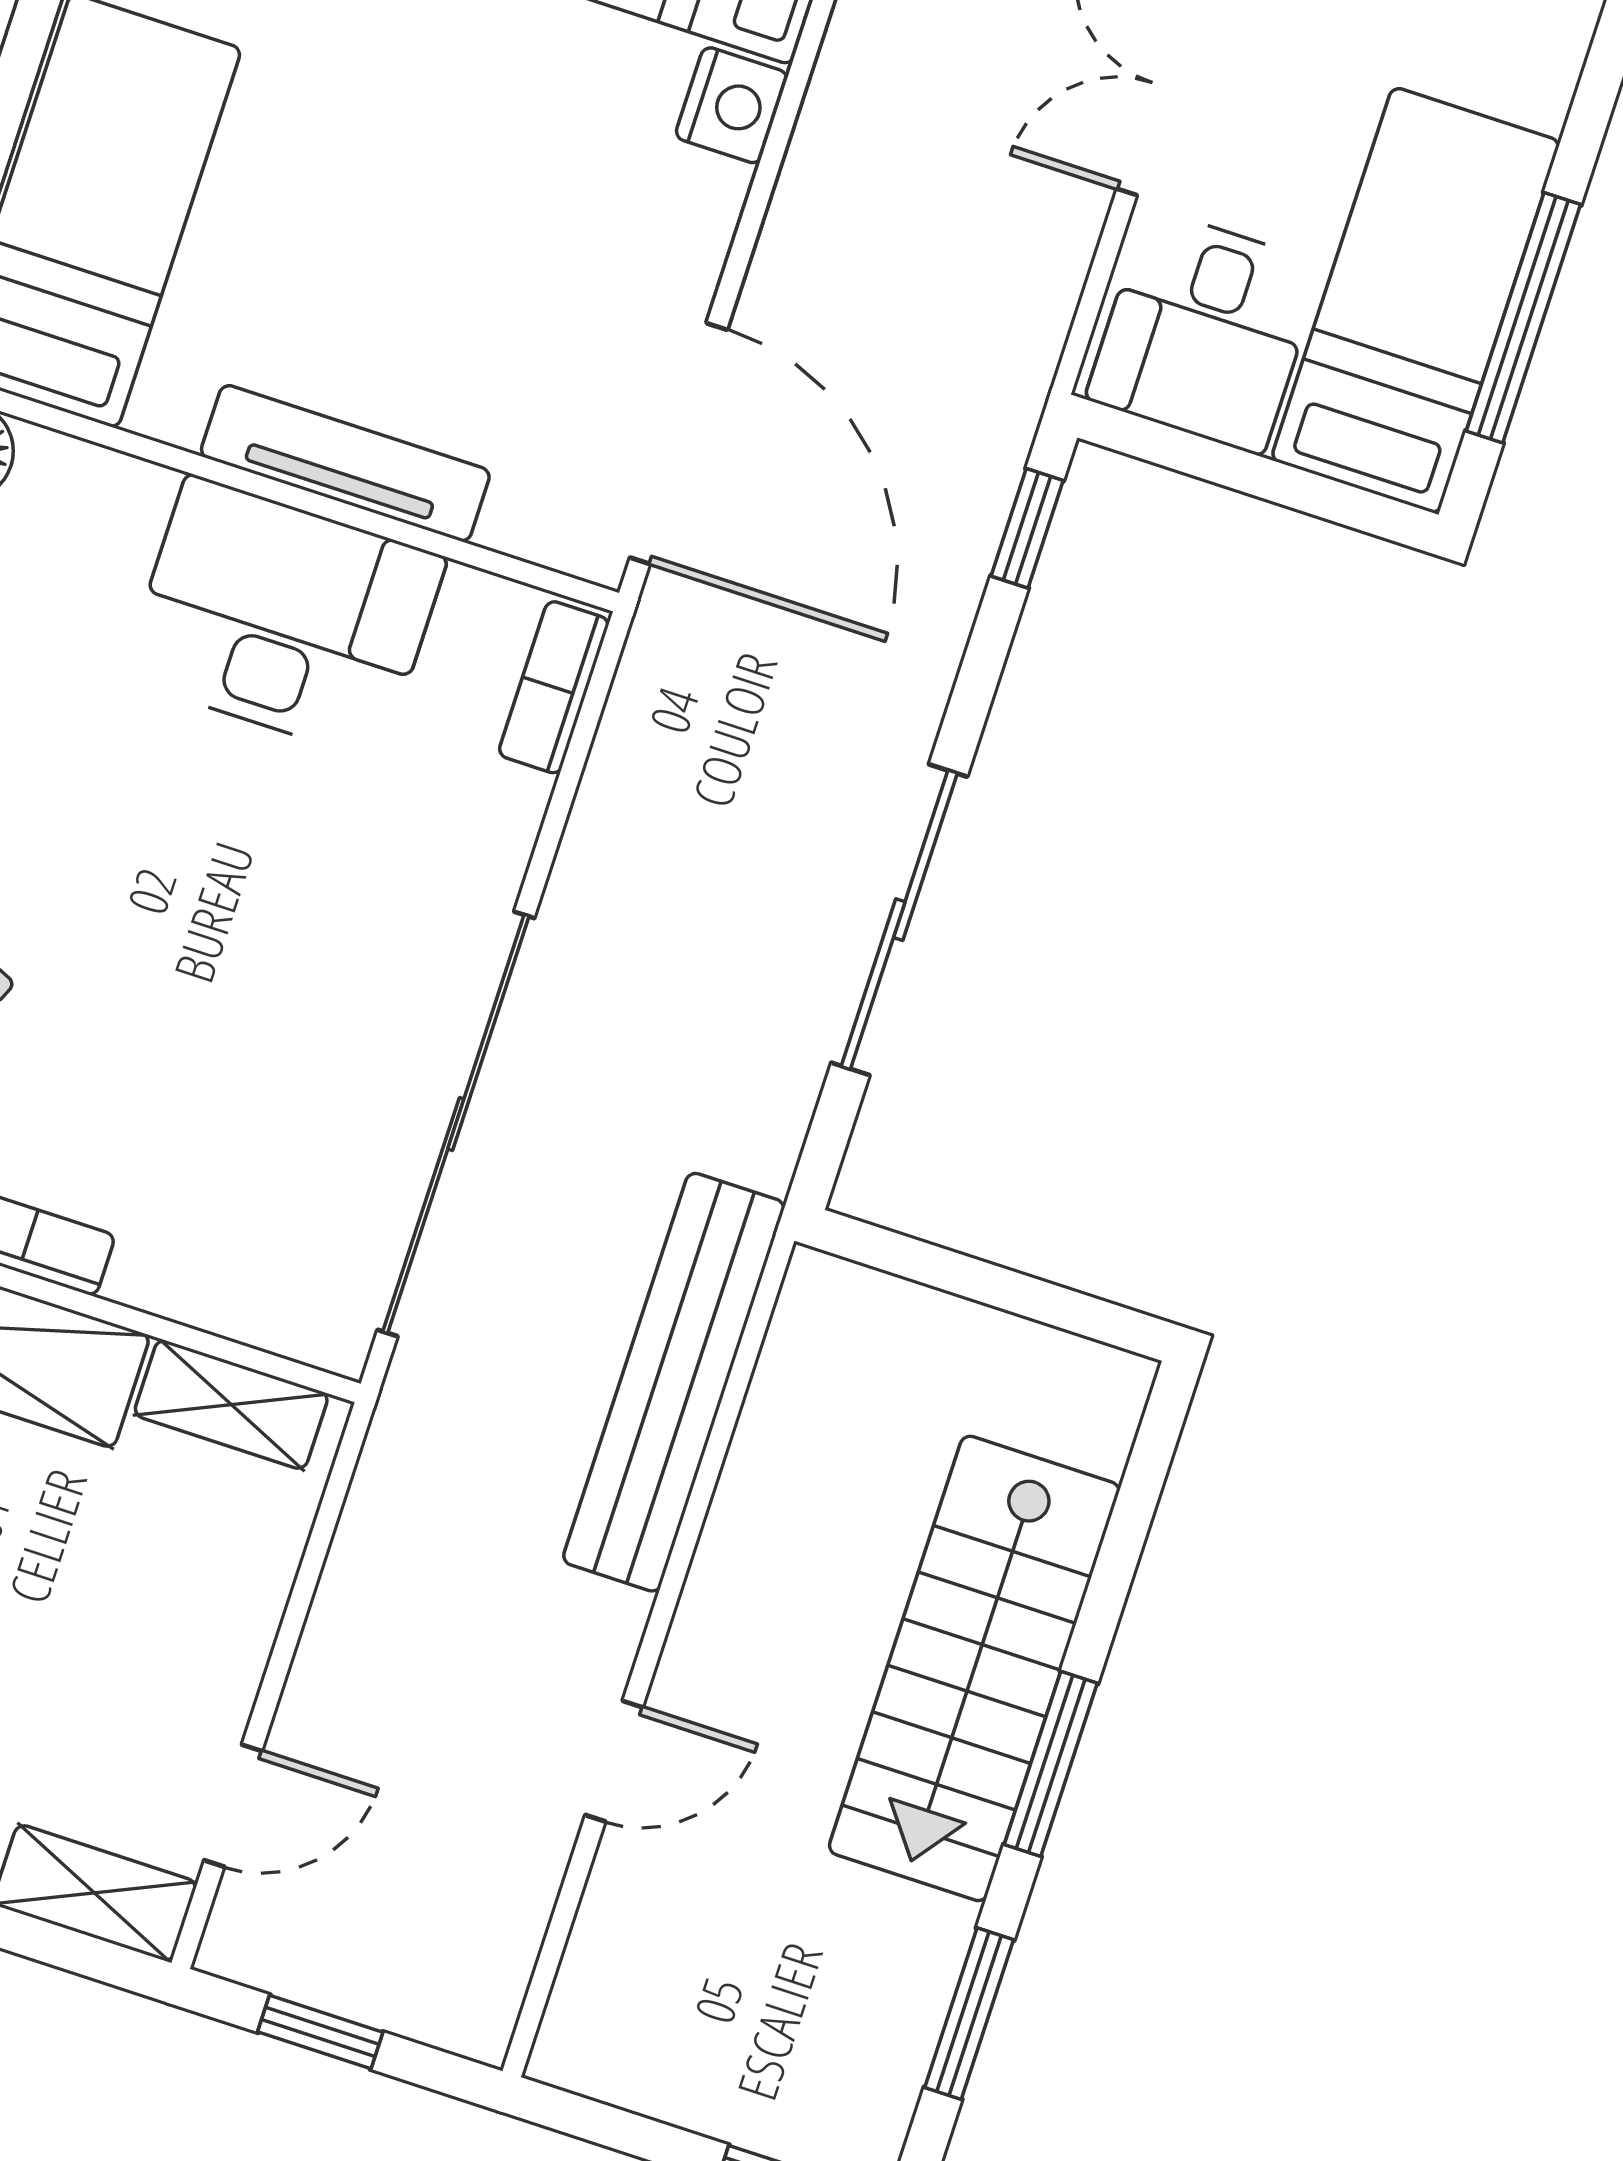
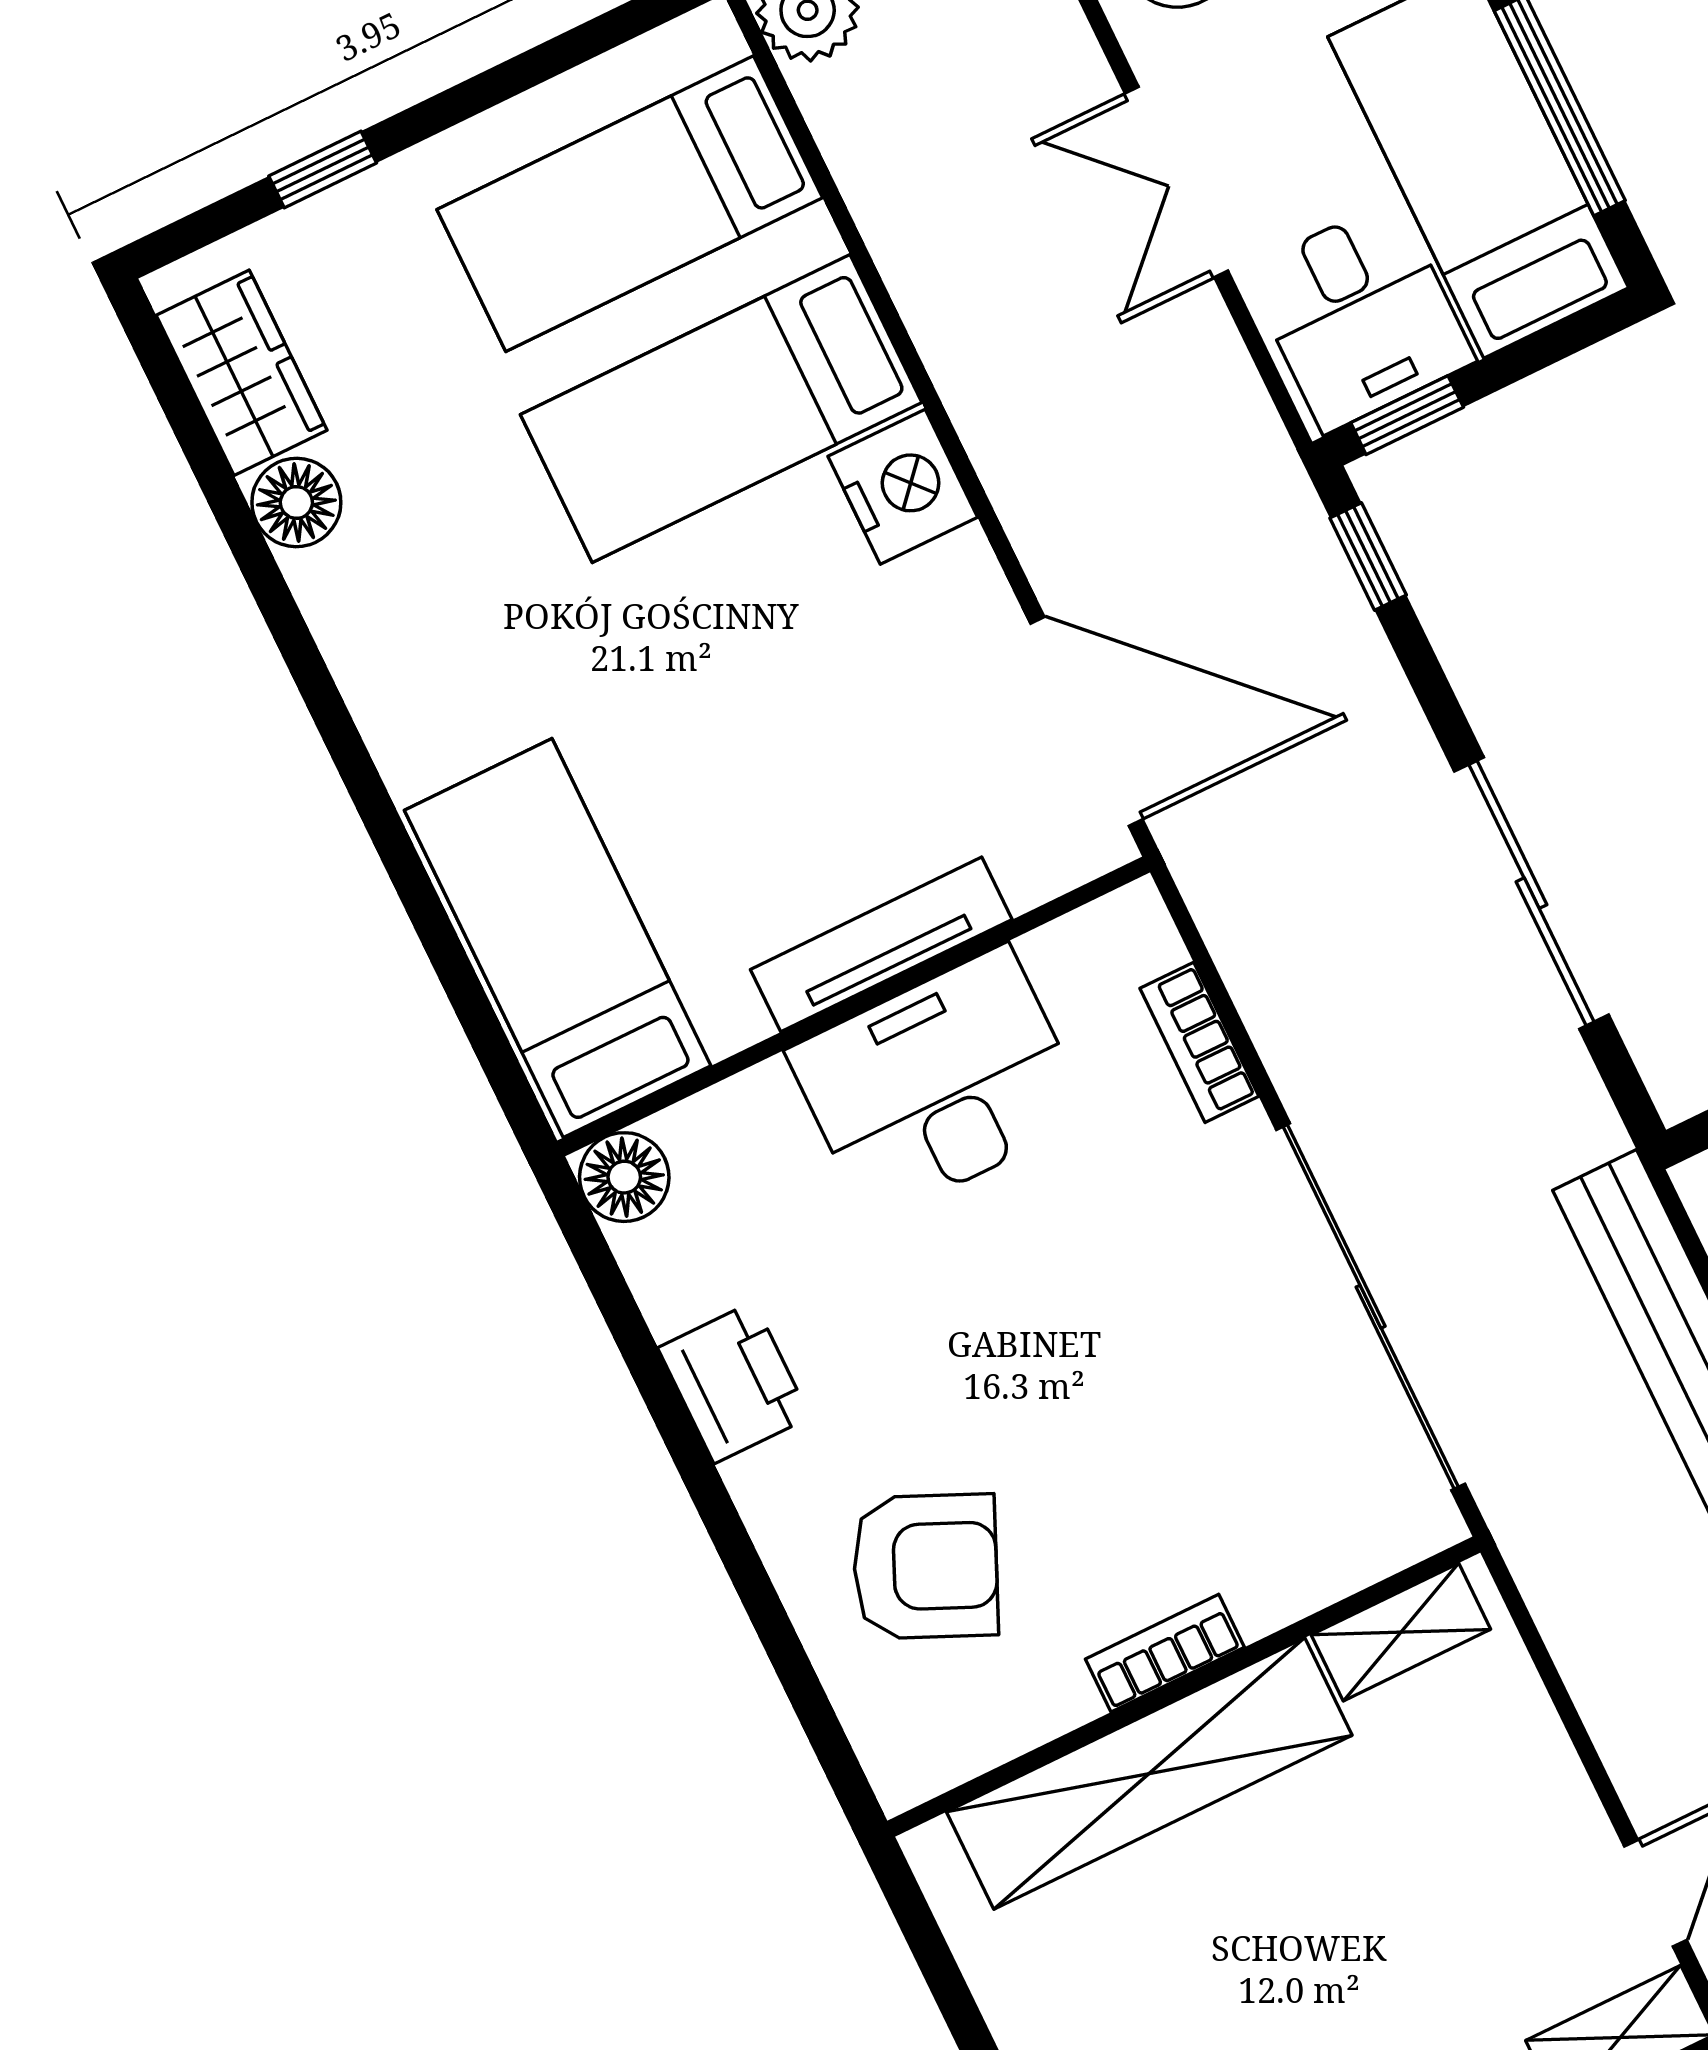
nightstand: (732, 105) -> (903, 487), width x1.36, depth x1.33
window: (1166, 446) -> (1407, 415), added
bookcase: (554, 687) -> (1199, 1042), moved

